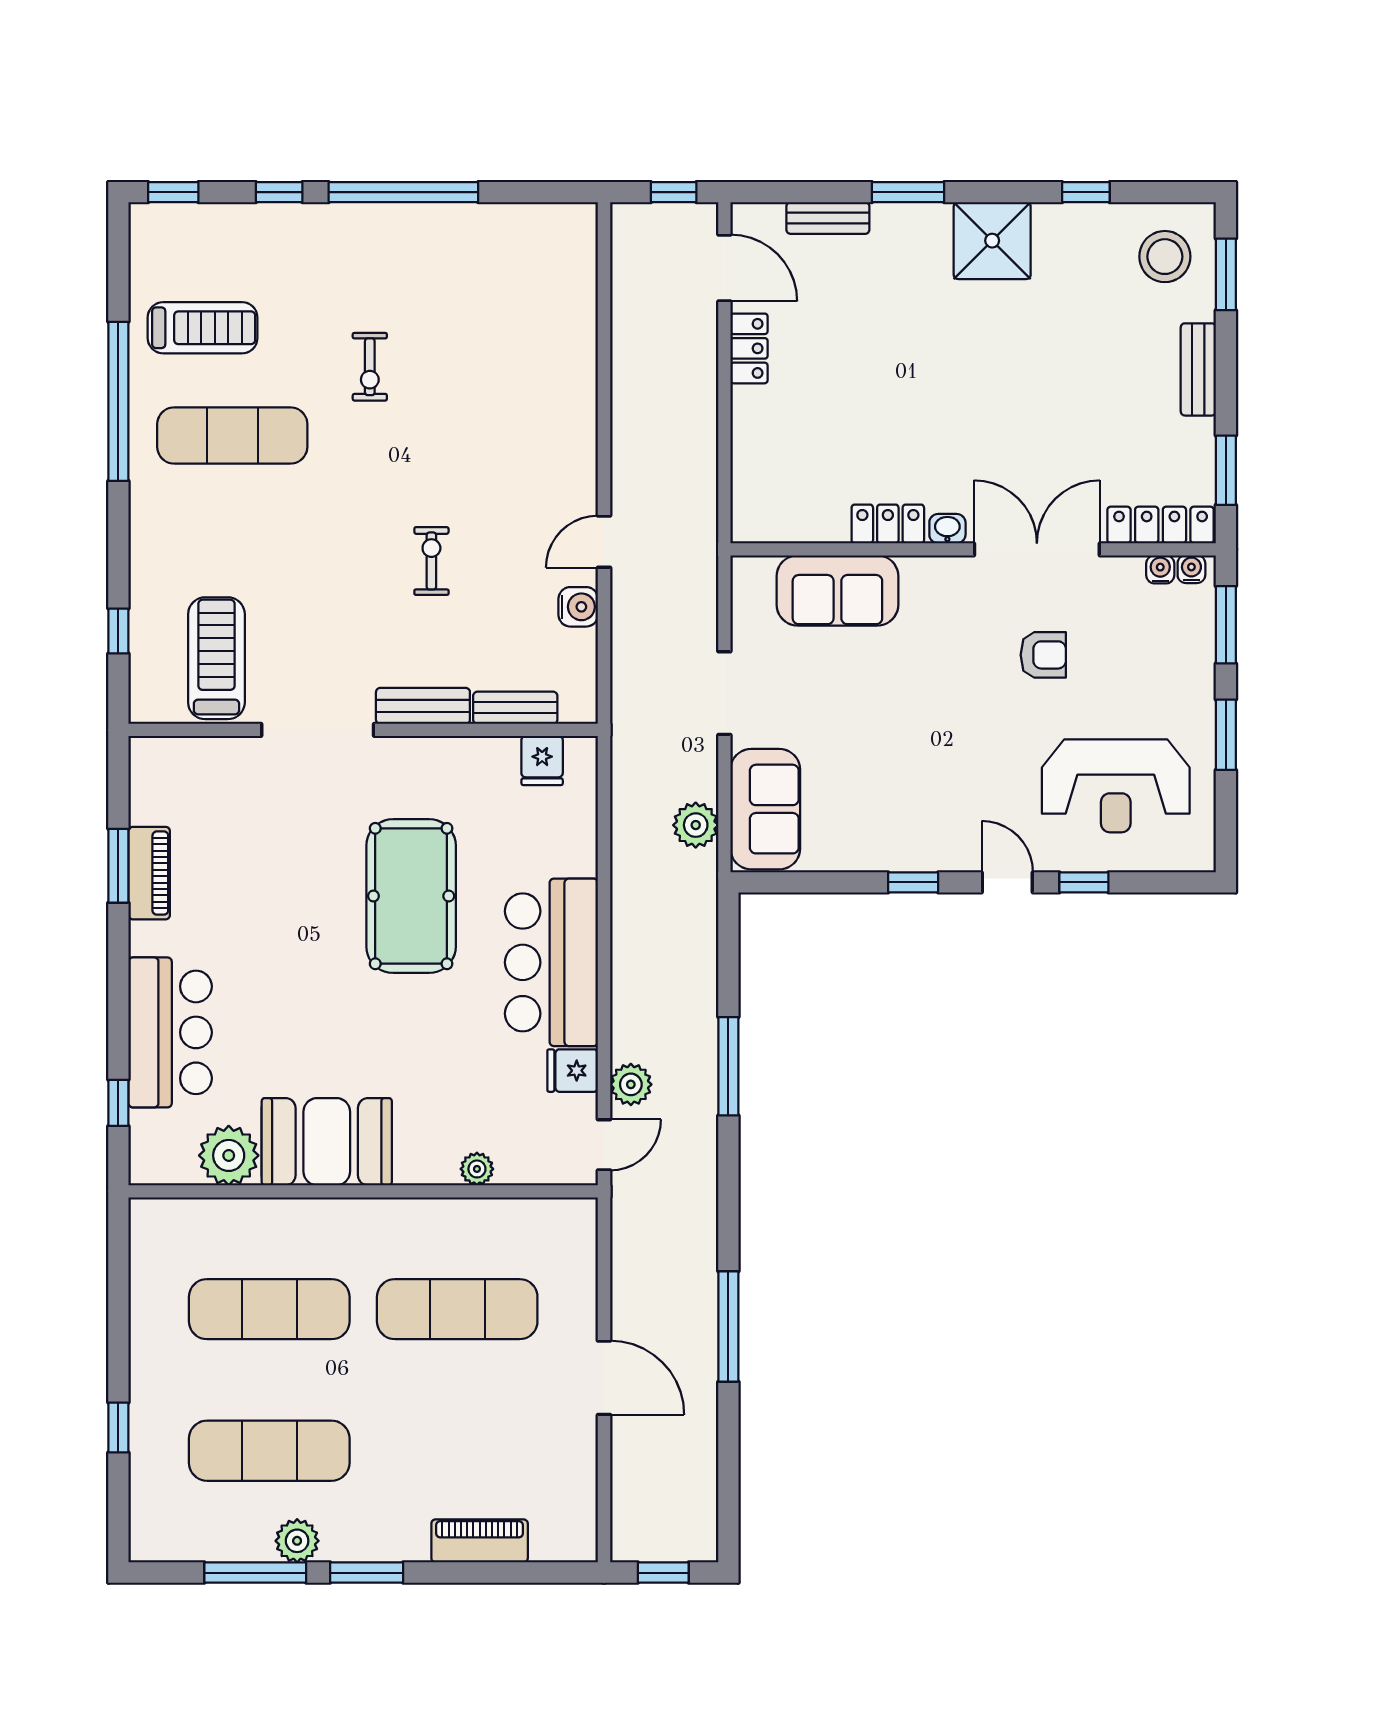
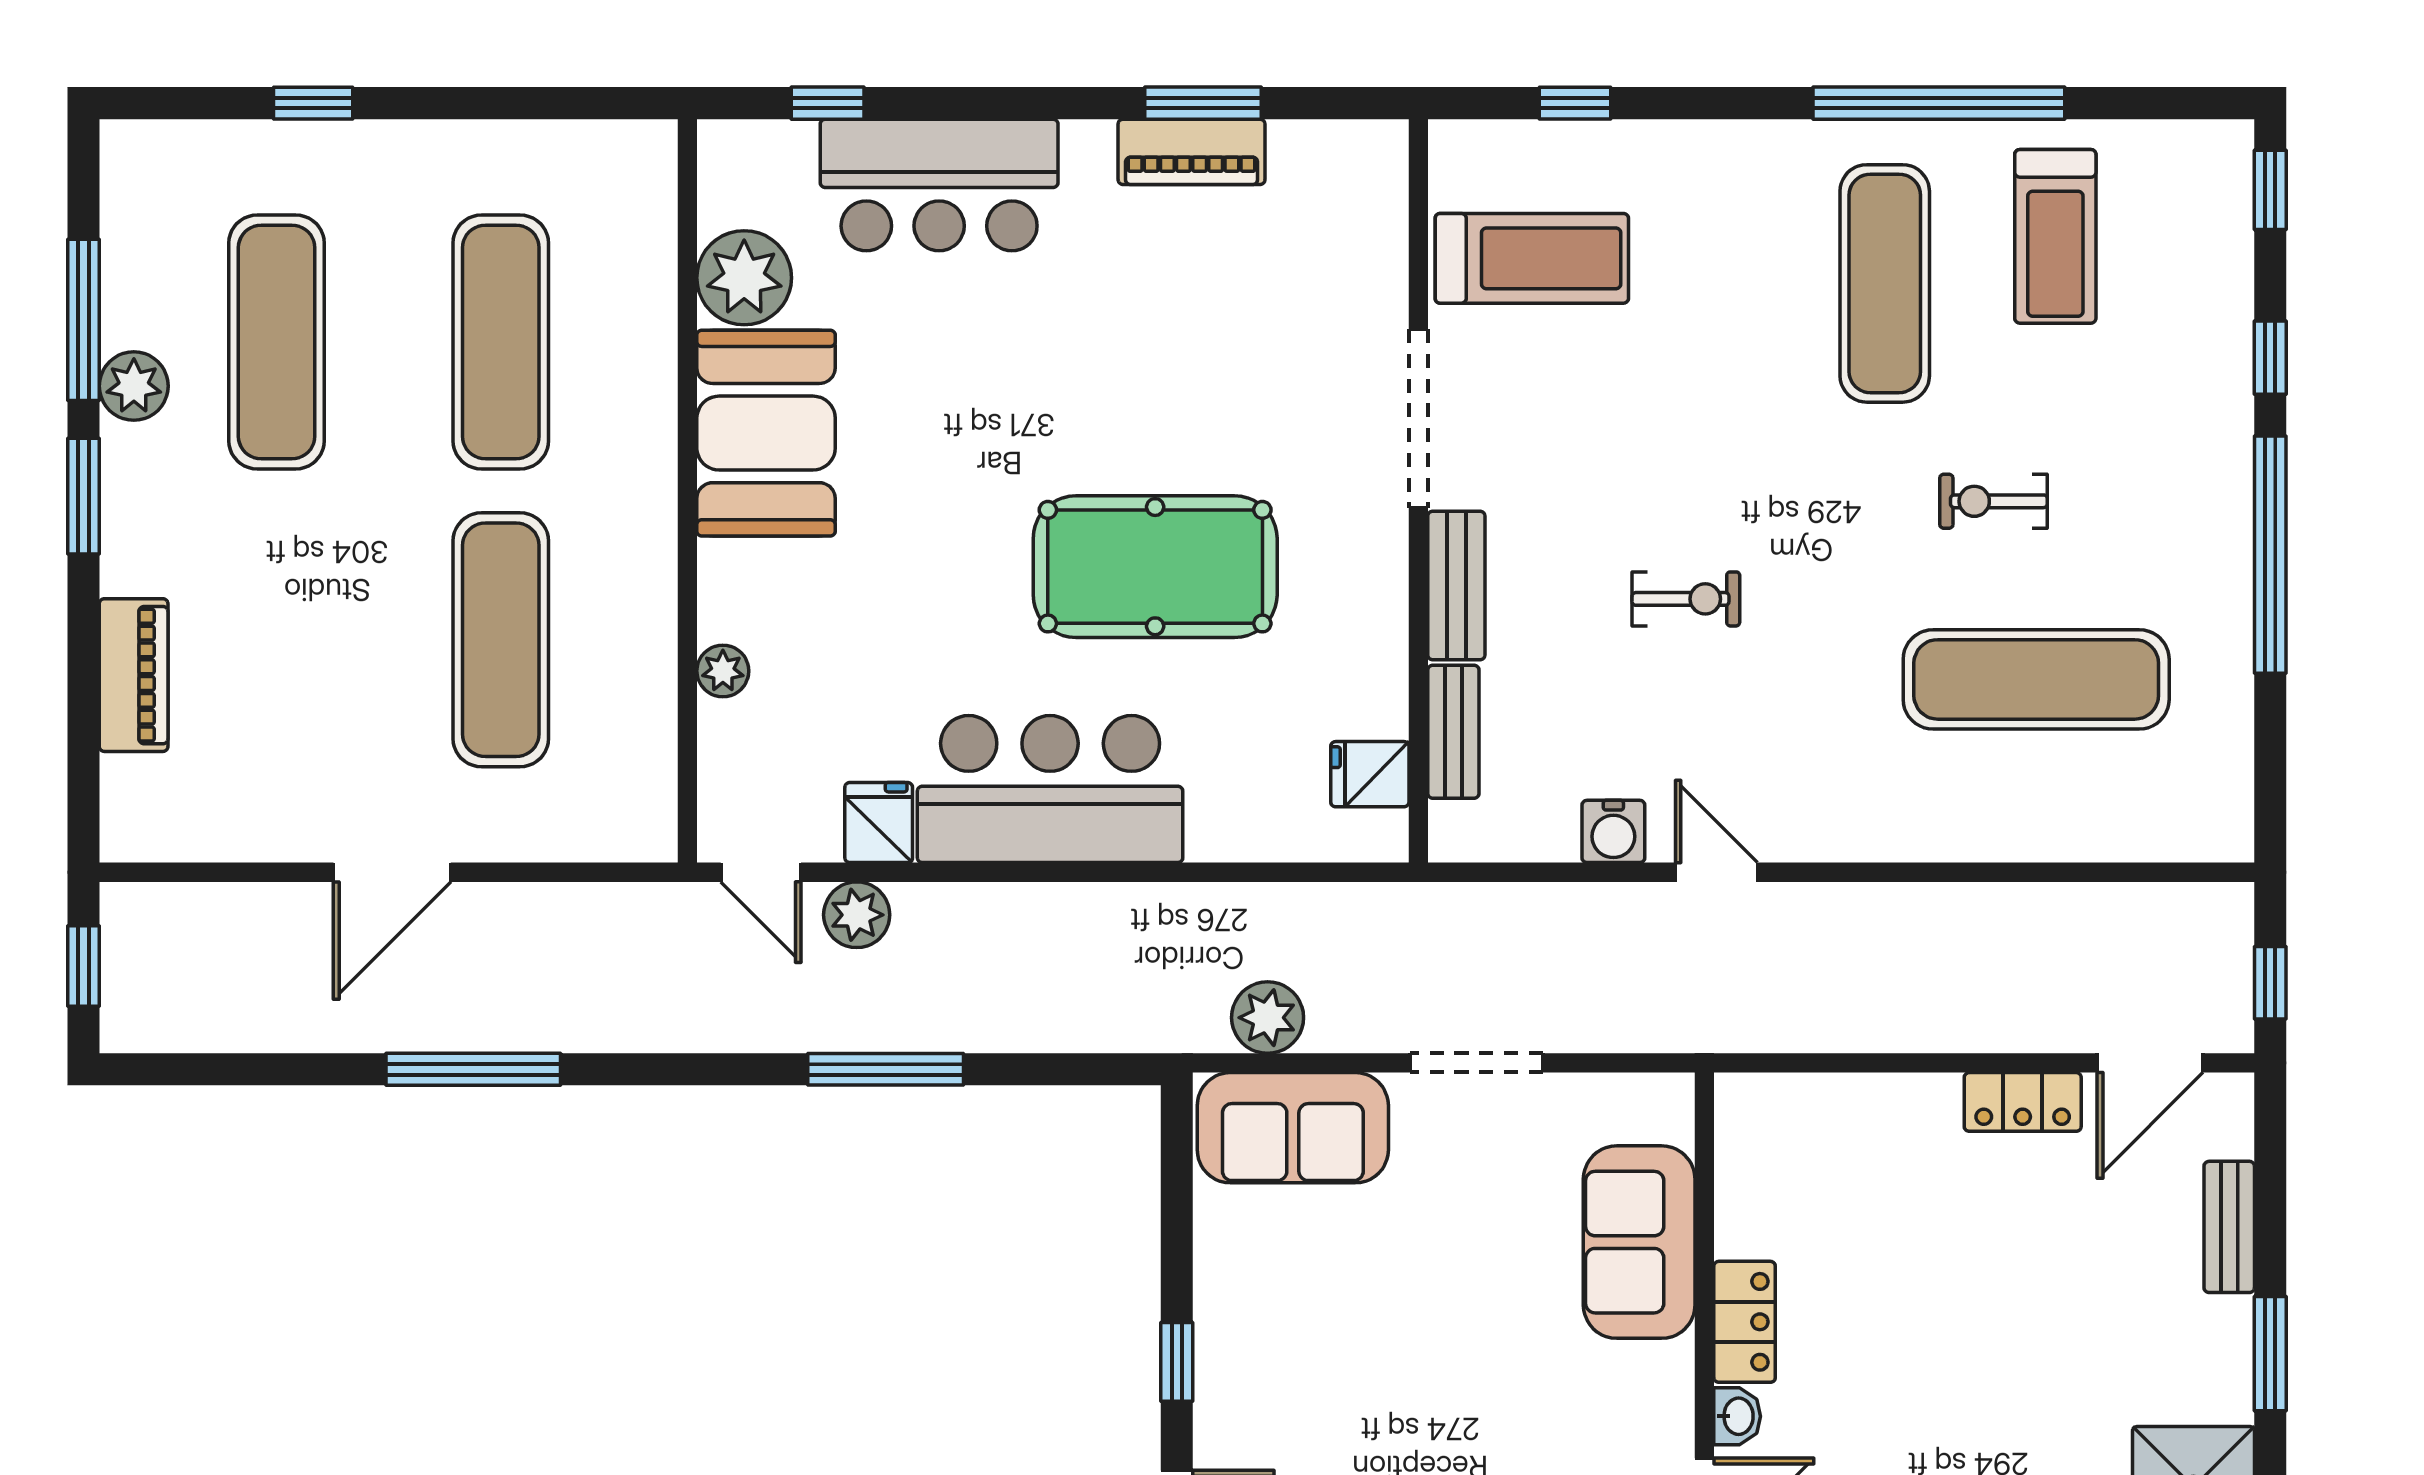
exercise mat: (482, 340) -> (2036, 679), added

